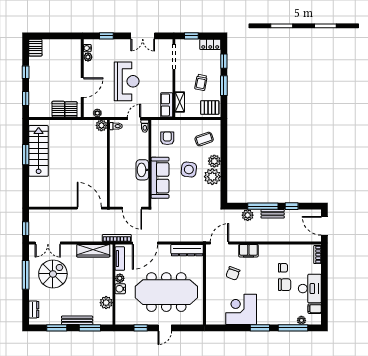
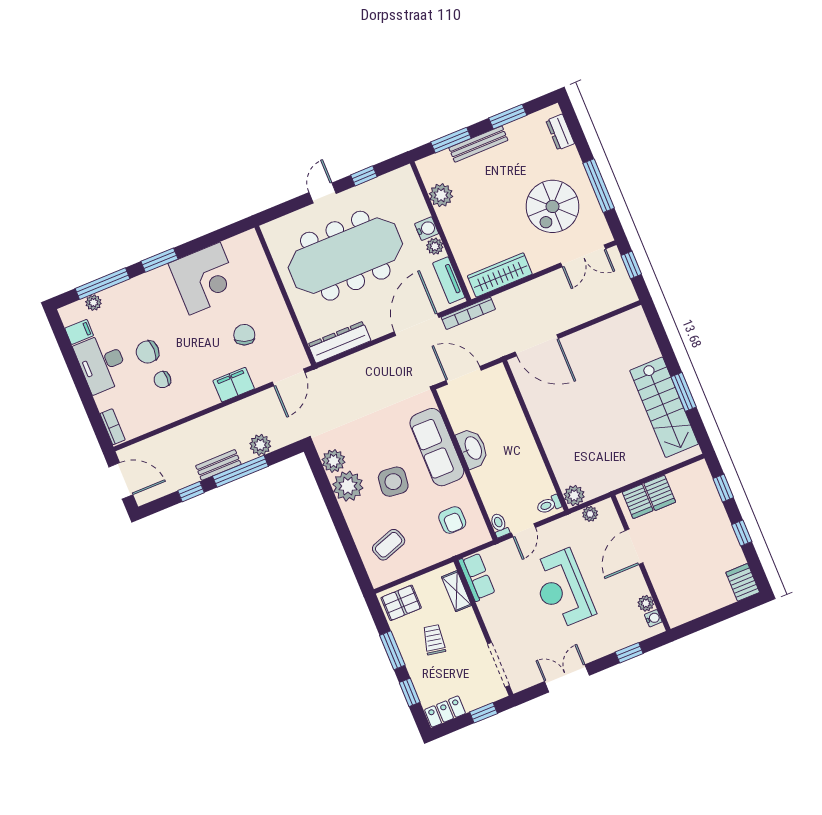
plant: (214, 161) -> (334, 461), moved
double door: (48, 243) -> (583, 256), swing flipped

